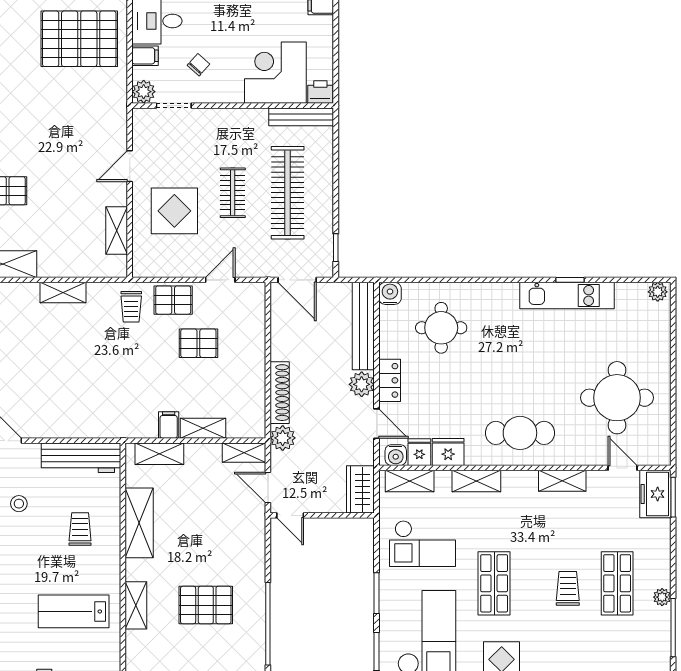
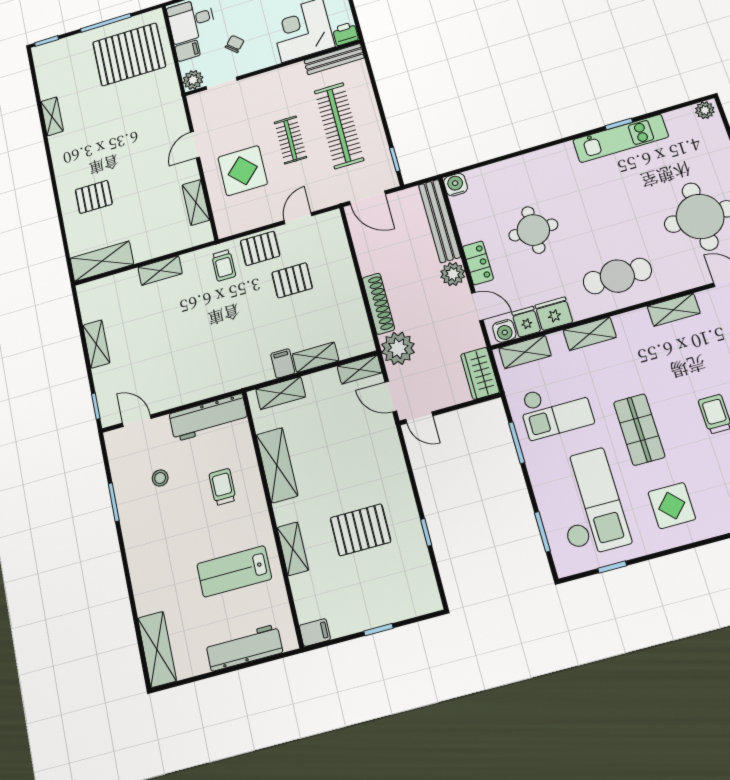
round table: (441, 328) -> (533, 230), moved
plant: (283, 438) -> (398, 348), width x1.36, depth x1.36
window: (377, 593) -> (517, 443), moved
window: (268, 624) -> (426, 532), width x0.32

